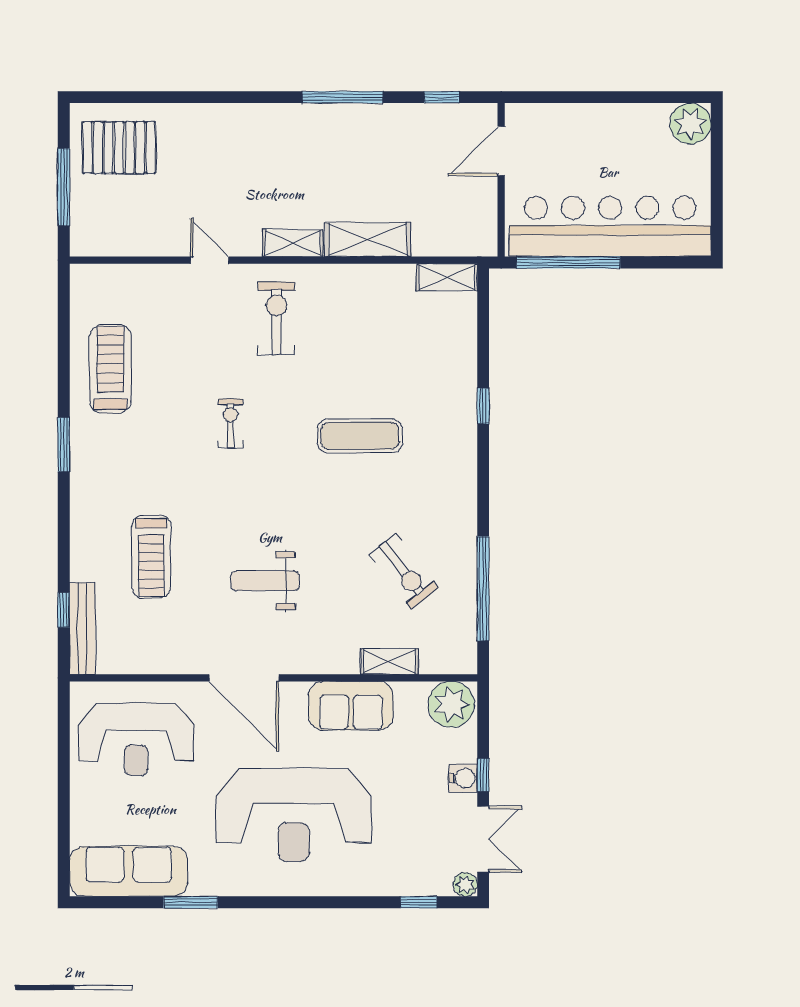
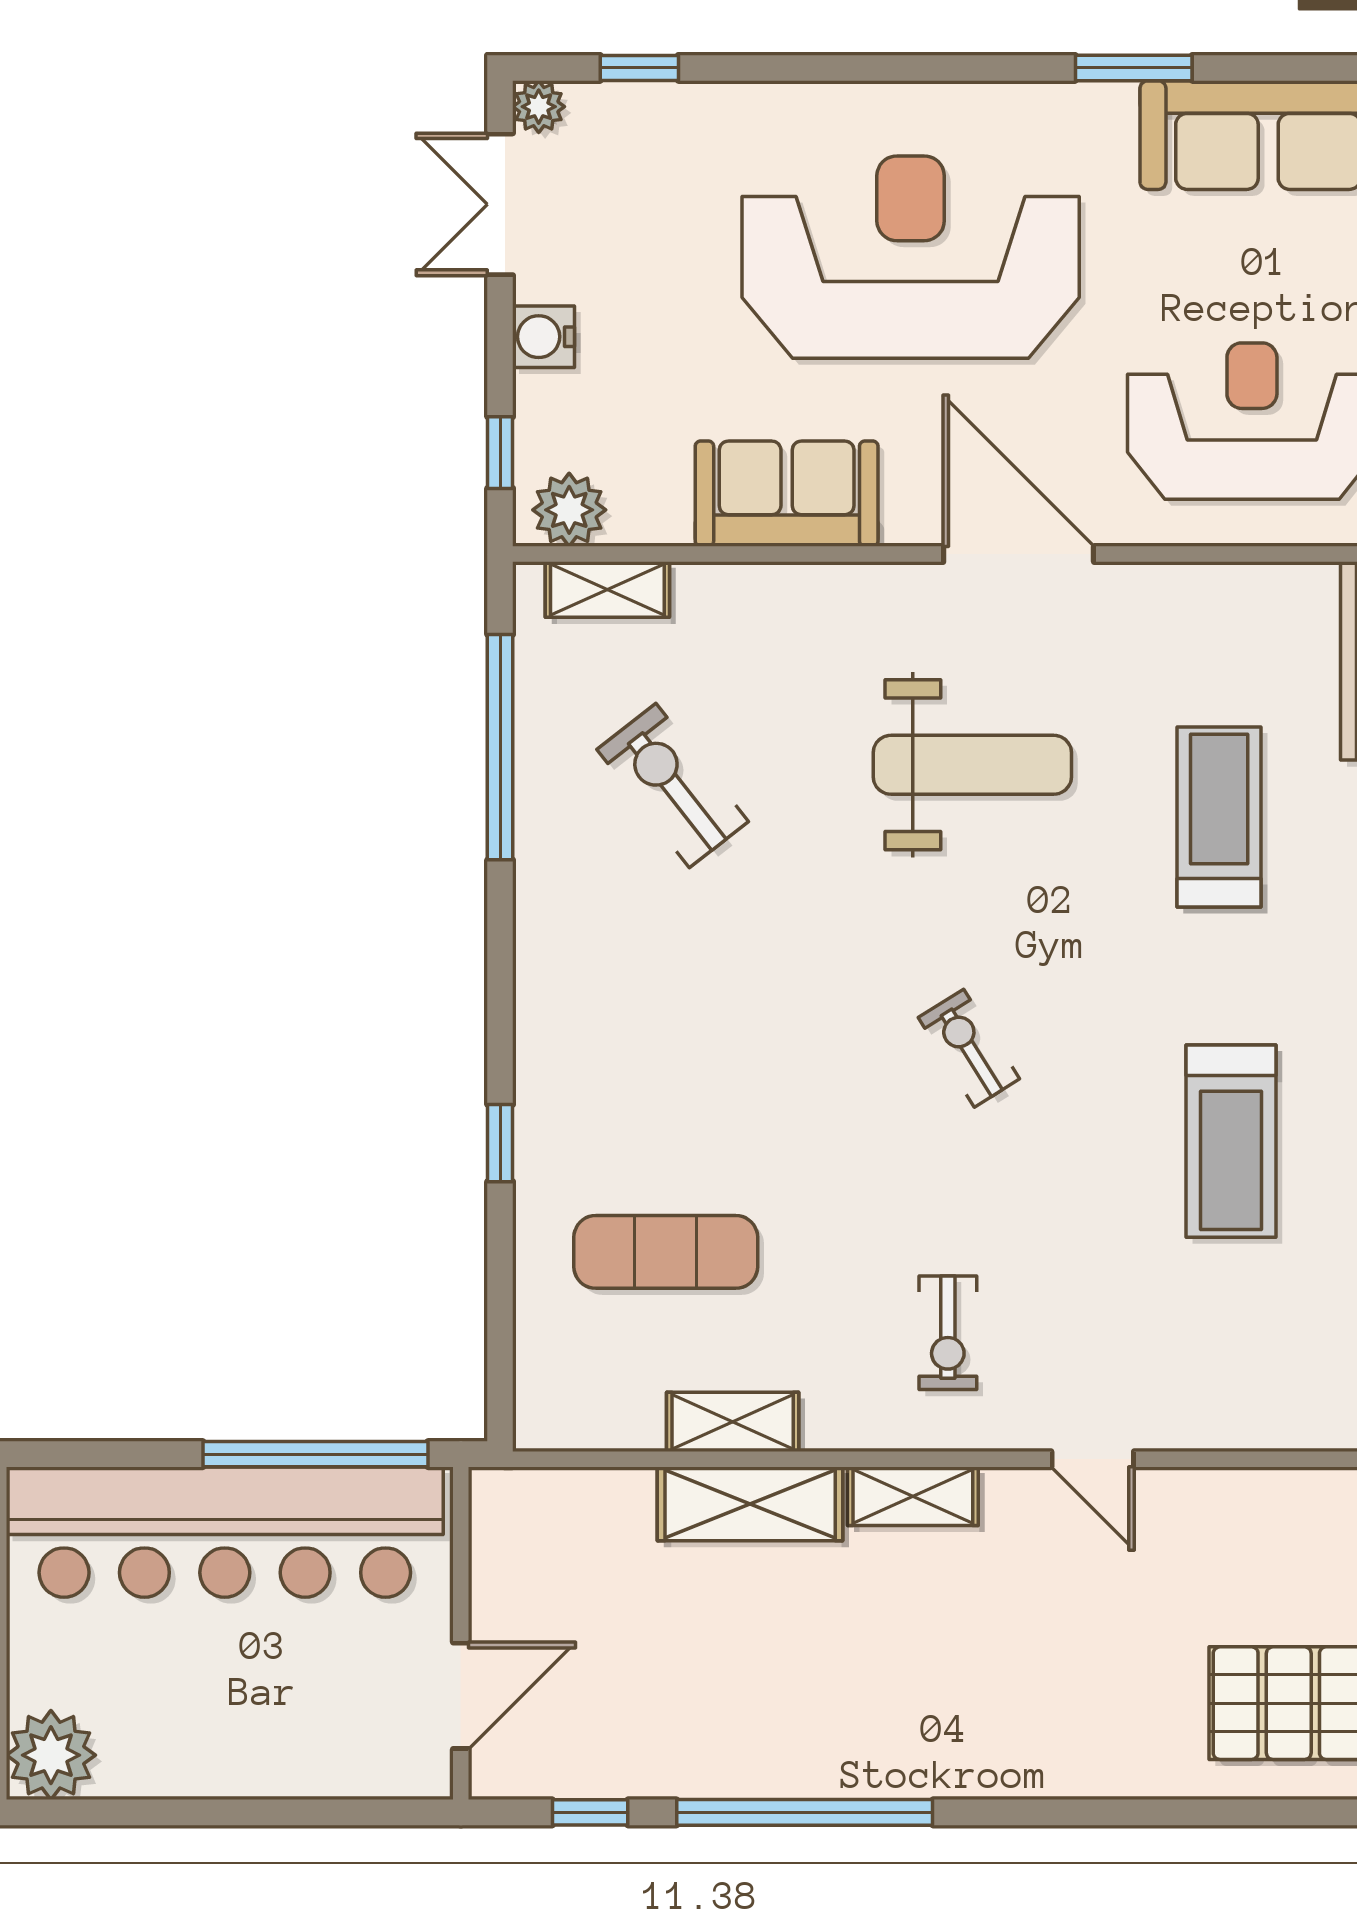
window: (343, 97) -> (805, 1812), width x1.46
shelving: (447, 277) -> (733, 1422), moved
exercise bike: (276, 318) -> (948, 1333), width x0.73, depth x0.72
treadmill: (110, 369) -> (1231, 1141), moved
exercise bike: (231, 423) -> (969, 1048), moved, turned 148
exercise mat: (360, 436) -> (666, 1252), moved
weight bench: (265, 581) -> (972, 765), width x1.36, depth x1.33
shelving: (390, 661) -> (607, 590), moved
plant: (451, 704) -> (569, 510), width x0.73, depth x0.73
window: (483, 775) -> (500, 453), moved

